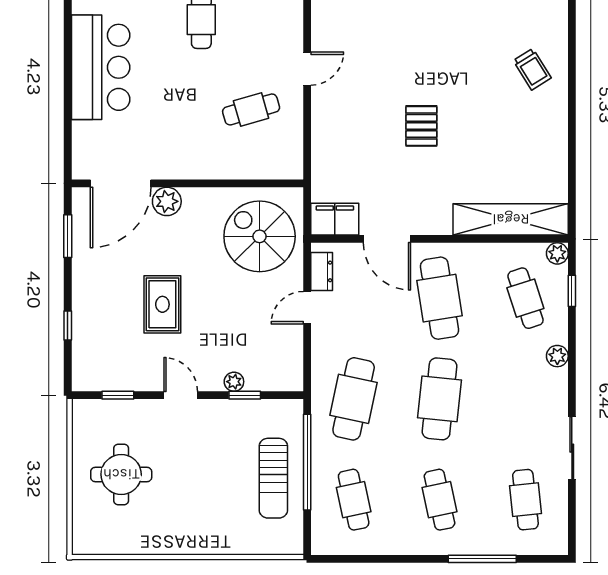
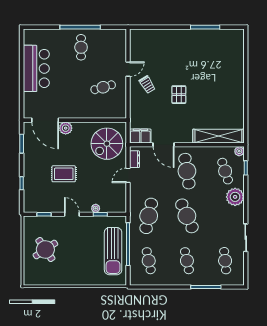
trolley: (532, 69) -> (147, 84), moved
door: (121, 183) -> (45, 120), hinge flipped
spiral stairs: (260, 236) -> (107, 144), turned -90
rug: (162, 304) -> (64, 174), turned 90
plant: (557, 356) -> (235, 197), width x1.88, depth x1.88
cafe table: (440, 399) -> (187, 216), turned -30
round table: (121, 474) -> (45, 250), turned -34
sun lounger: (273, 478) -> (113, 251), width x1.36, depth x1.34

